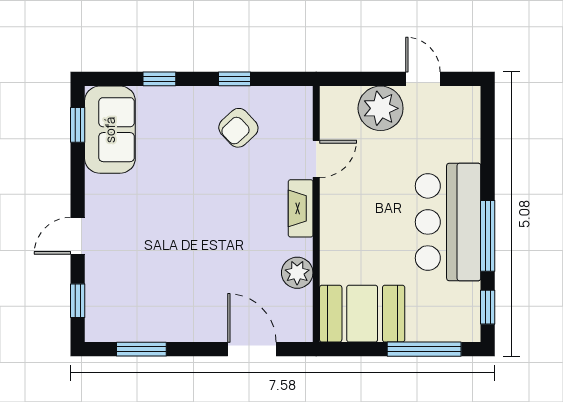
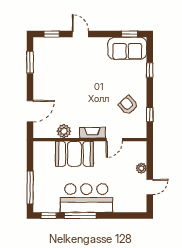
window: (234, 79) -> (150, 115), moved
plant: (381, 108) -> (141, 168), width x0.53, depth x0.53
door: (316, 159) -> (114, 140), hinge flipped
booth: (362, 314) -> (74, 154), moved, turned 90

